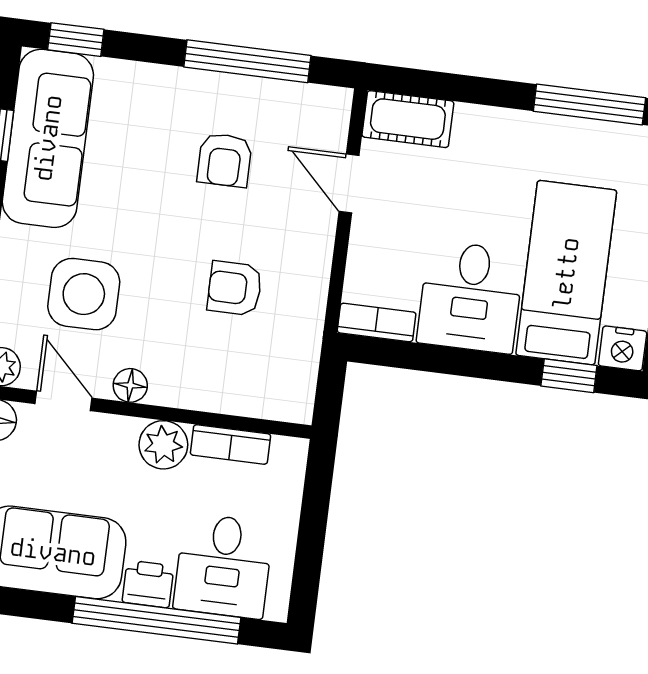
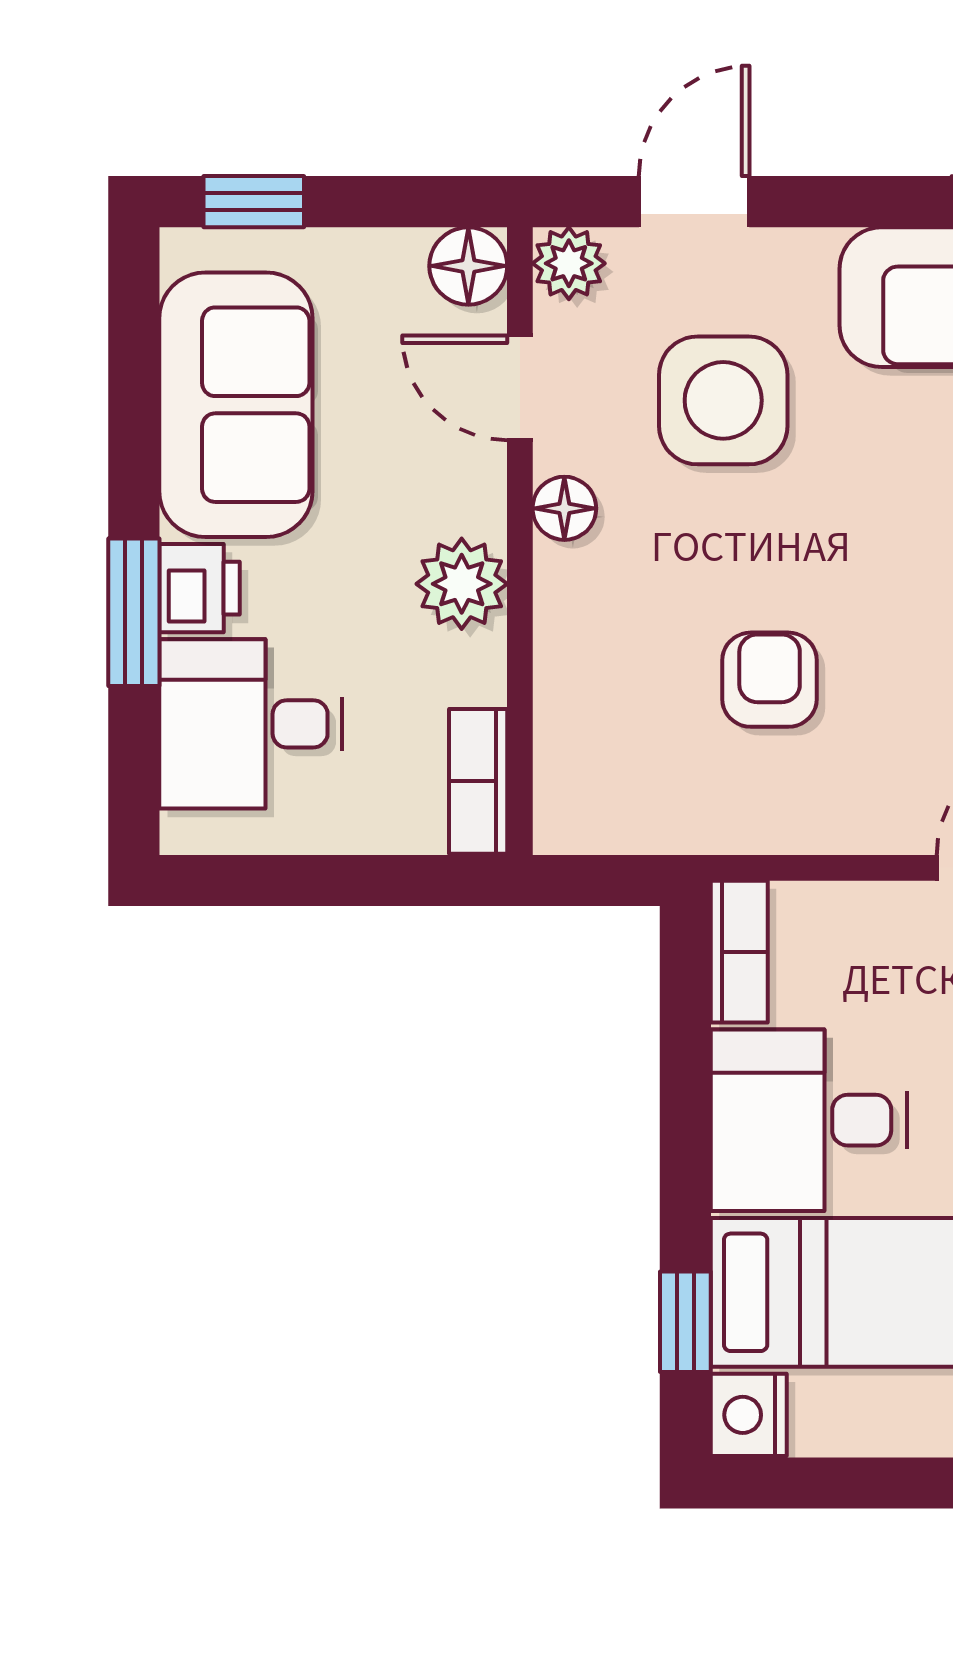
door: (63, 401) -> (520, 388), swing flipped
bookcase: (230, 444) -> (478, 781), moved
window: (156, 620) -> (134, 612), width x0.47

